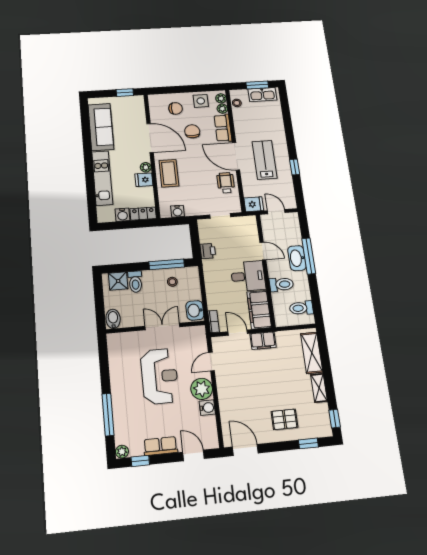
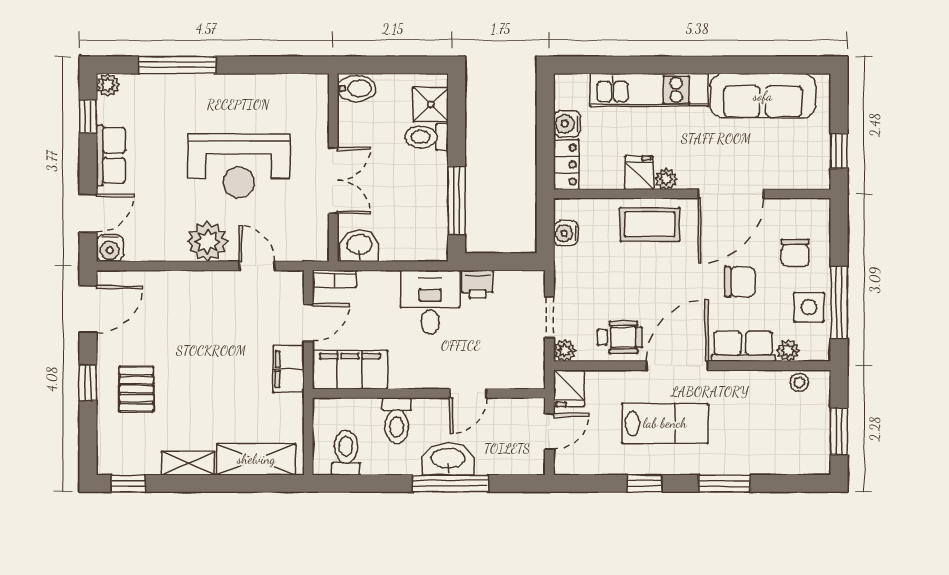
window: (197, 88) -> (839, 302), added
kitchen sink: (262, 95) -> (815, 439), removed
plant: (221, 98) -> (565, 351), moved
window: (289, 132) -> (724, 483), added
desk: (248, 276) -> (430, 302), moved, turned 180
stool: (172, 282) -> (420, 208), removed
water cooler: (207, 408) -> (110, 248), moved
window: (308, 443) -> (88, 383), moved

